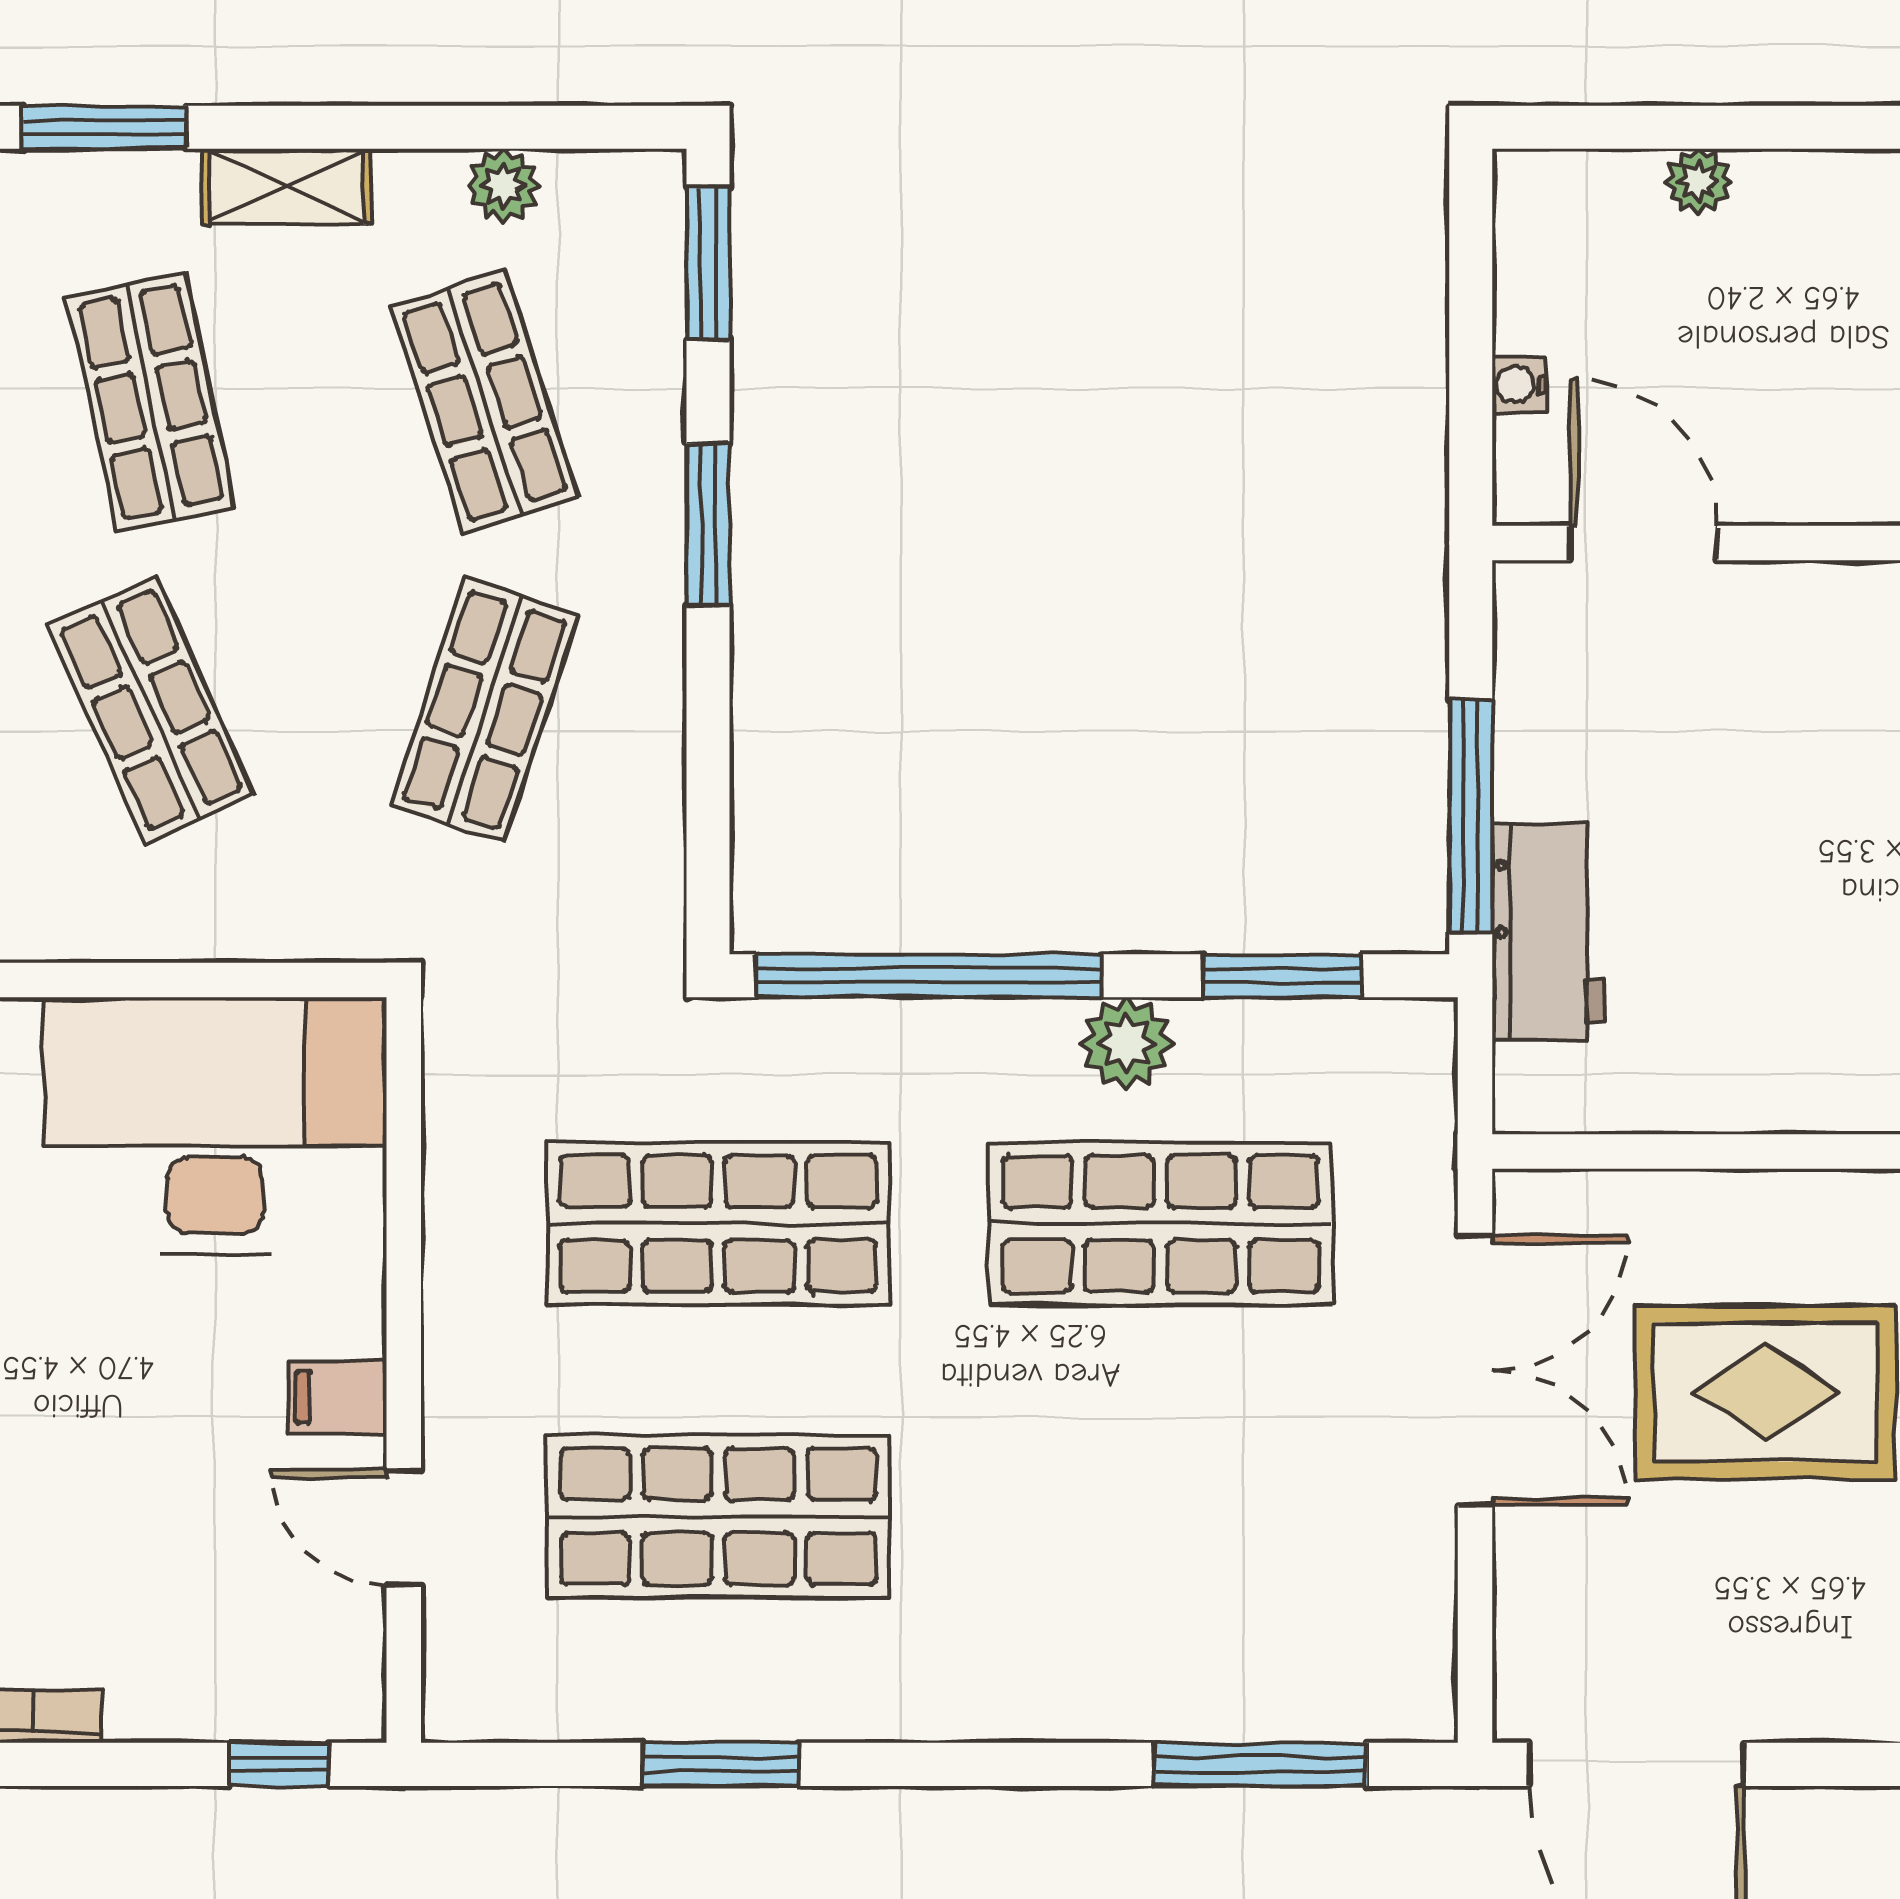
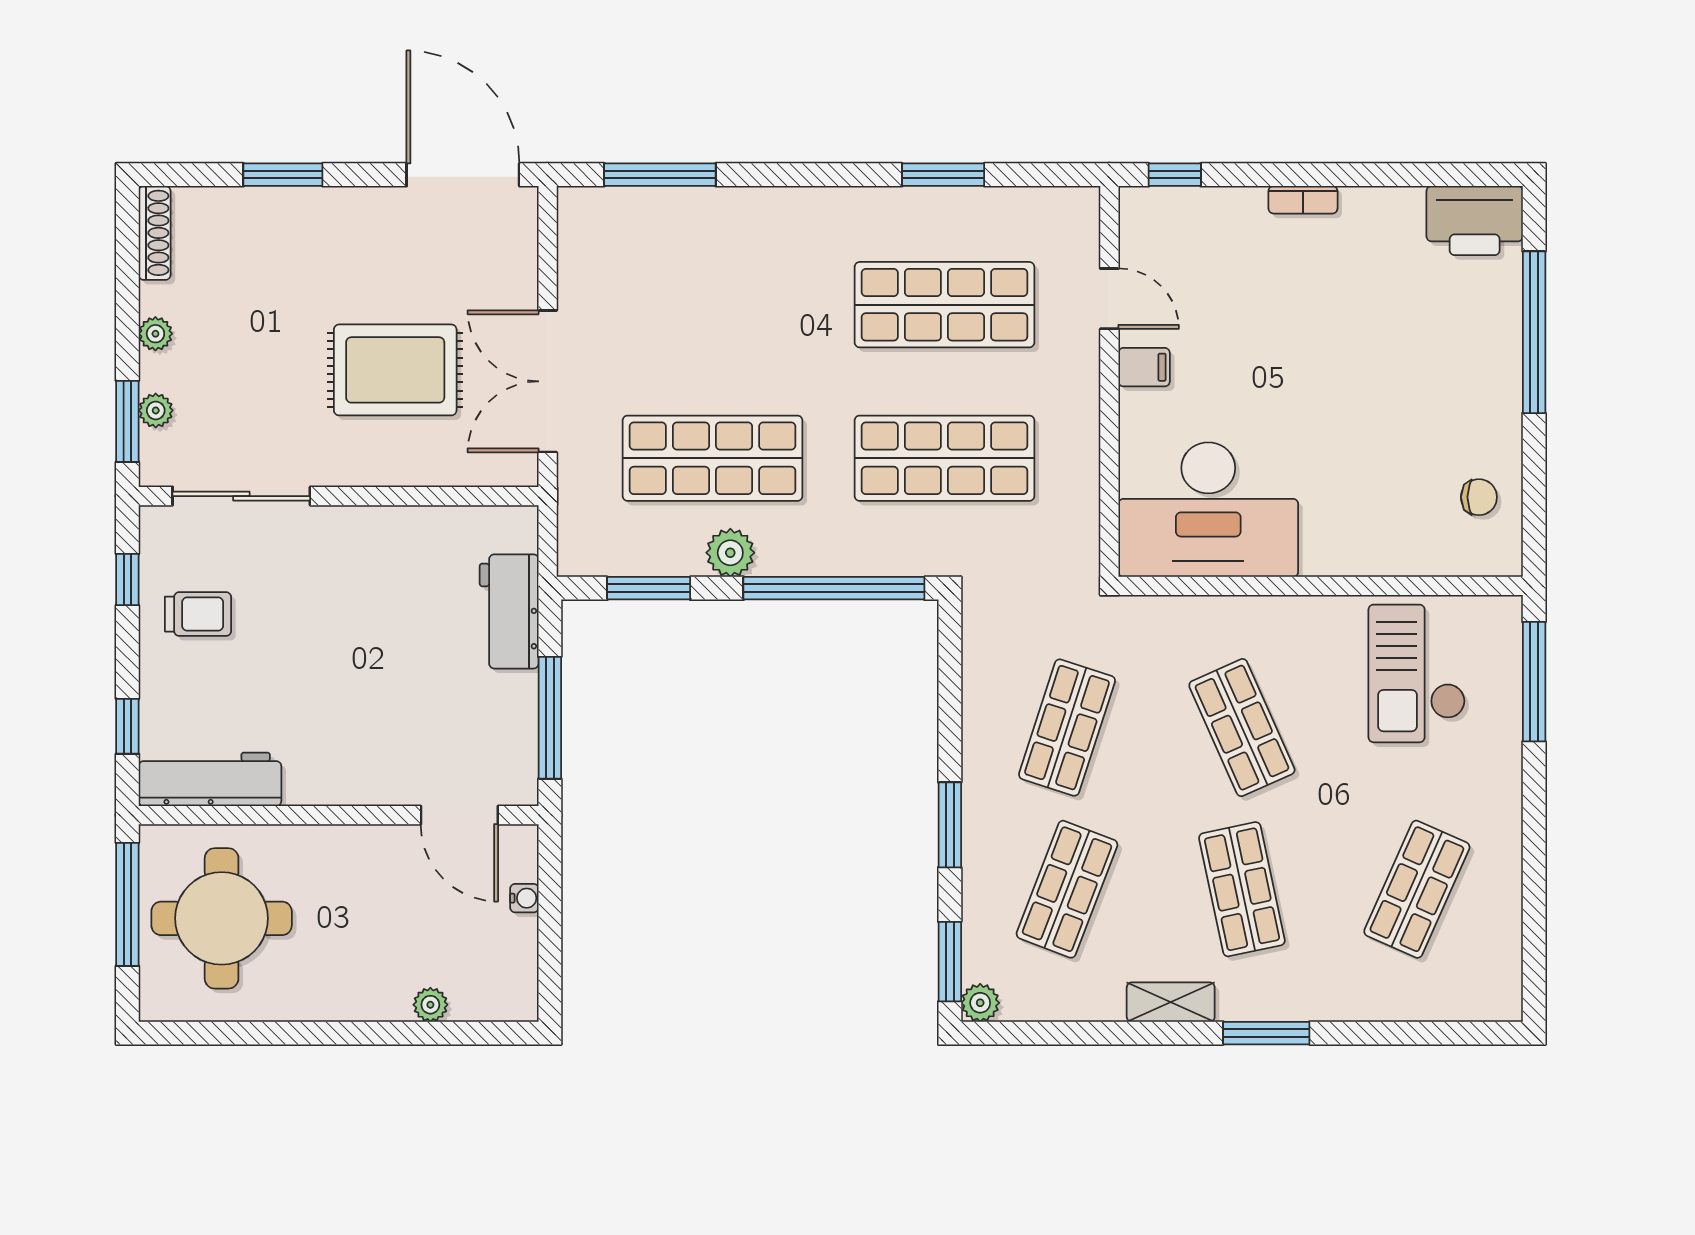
plant: (503, 185) -> (980, 1003), moved
shop shelf: (485, 402) -> (1067, 889), turned 39
window: (1471, 816) -> (550, 718), moved

